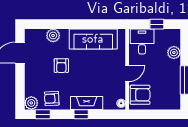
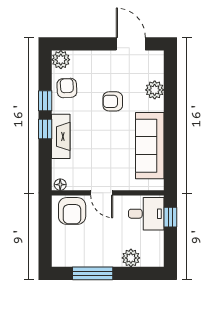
window: (157, 24) -> (170, 217), moved
window: (43, 114) -> (45, 101), moved

